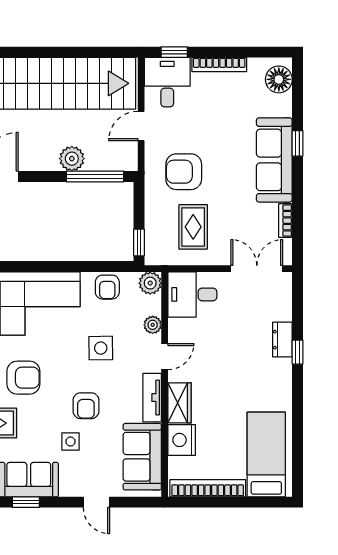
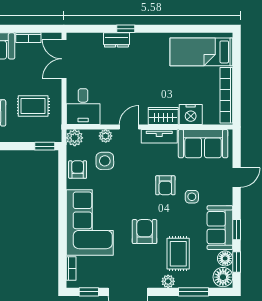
armchair: (107, 287) -> (78, 170), turned -90
side table: (101, 348) -> (105, 161), moved
door: (165, 357) -> (129, 127), hinge flipped
armchair: (86, 406) -> (165, 185), turned 90

